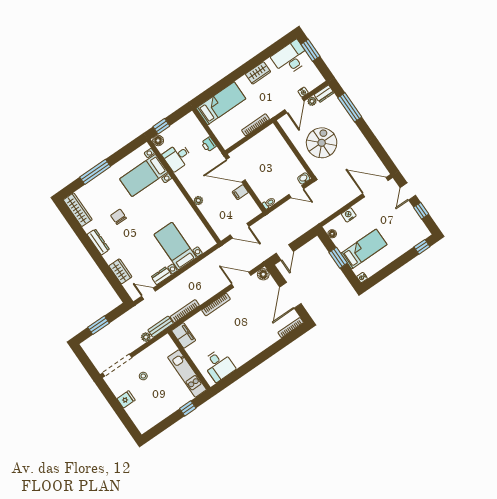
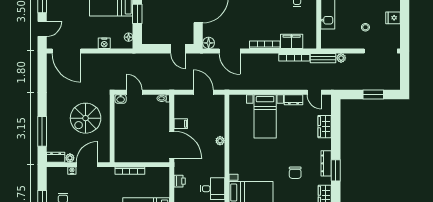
window: (87, 242) -> (336, 170), added
door: (285, 252) -> (178, 49), swing flipped
filing cabinet: (184, 335) -> (292, 41), moved, turned 90

